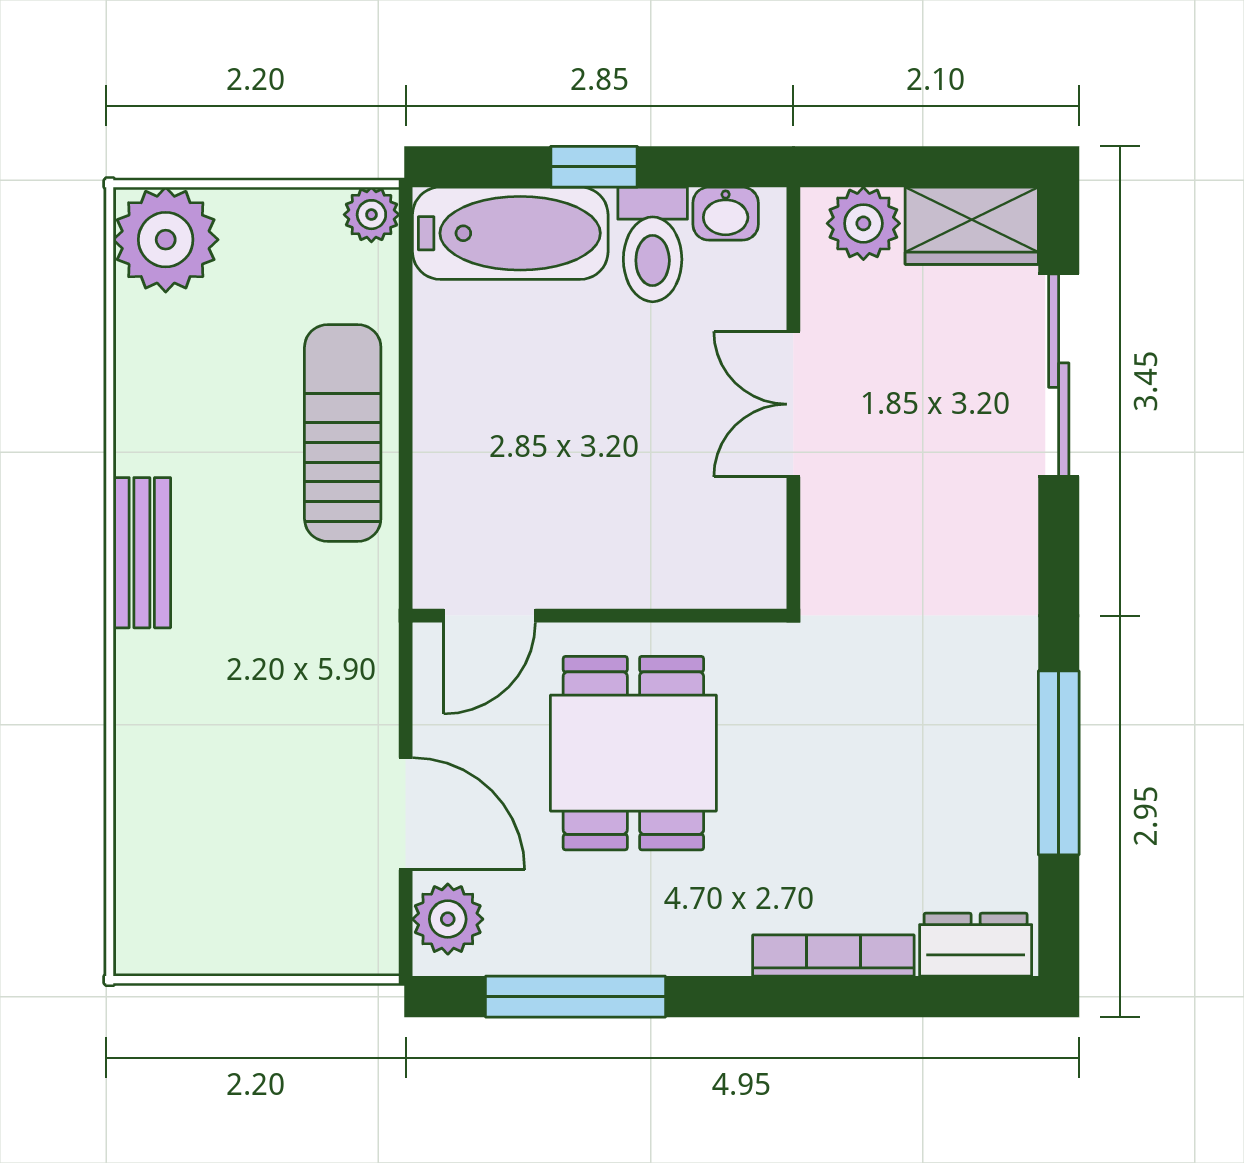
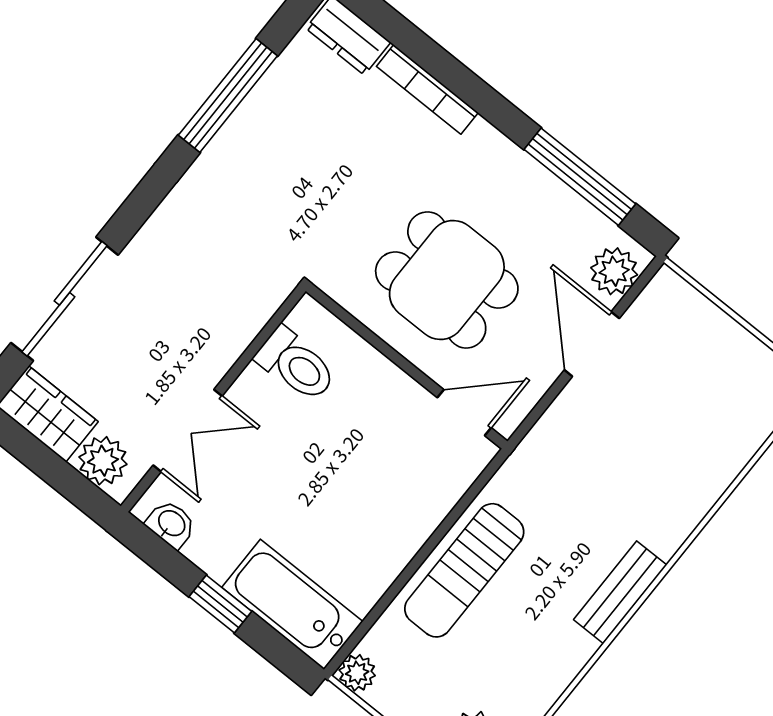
toilet: (653, 244) -> (296, 365), moved, turned 90
double door: (793, 404) -> (188, 431), moved
dining table: (633, 753) -> (447, 280), turned 90

